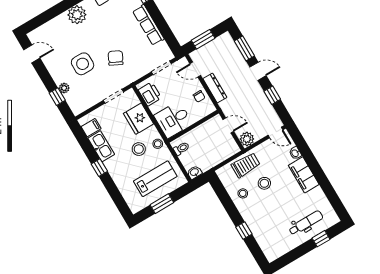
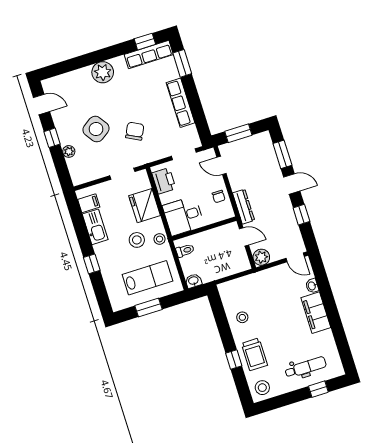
side table: (83, 64) -> (96, 129), turned -35
dresser: (215, 88) -> (244, 207), moved
window: (57, 97) -> (52, 138), moved
trolley: (246, 165) -> (254, 354), moved, turned 90
window: (99, 168) -> (92, 264), moved
stool: (264, 183) -> (262, 388), moved

